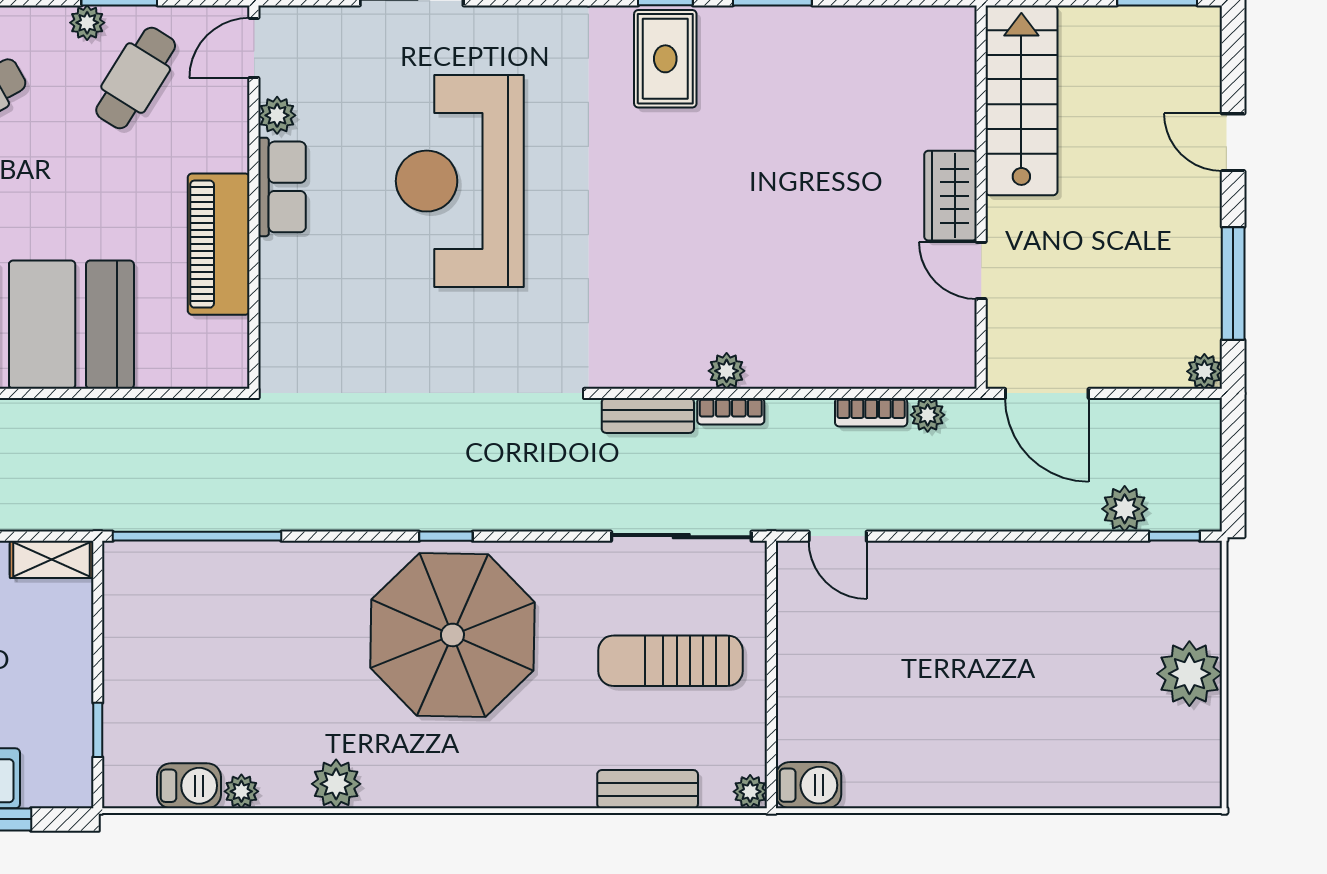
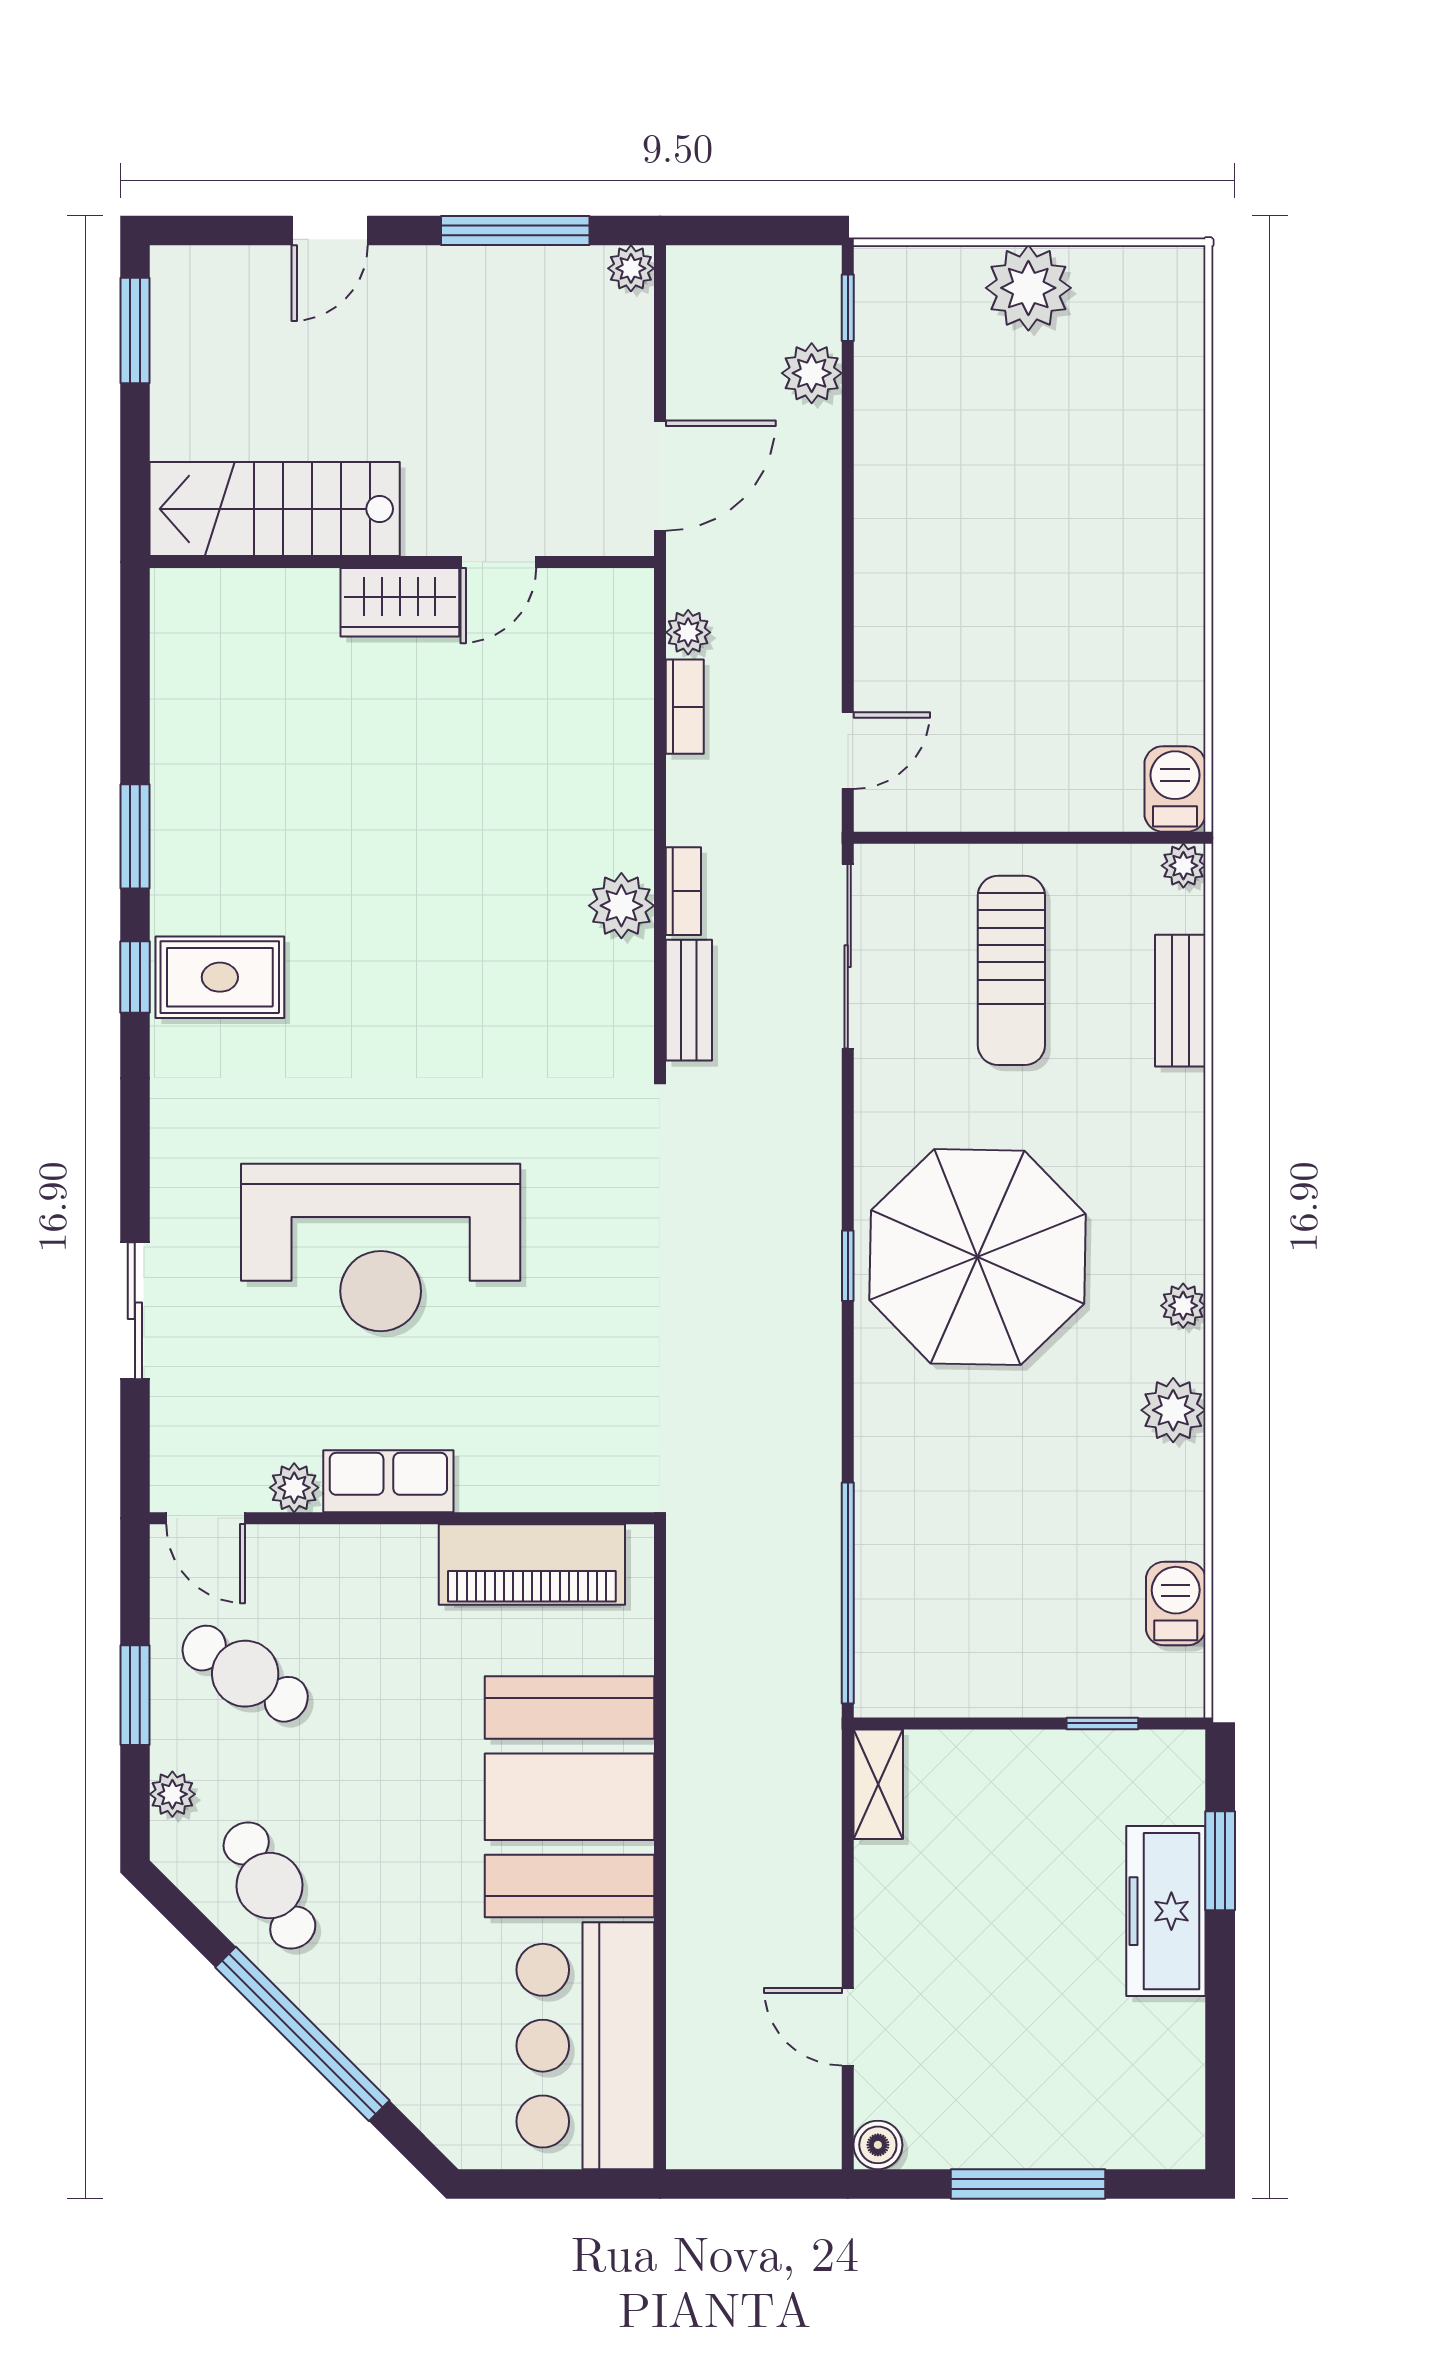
plant: (87, 23) -> (172, 1794), moved
piano: (219, 244) -> (532, 1564), moved
plant: (727, 371) -> (621, 906), width x1.38, depth x1.38
plant: (241, 791) -> (1183, 1306), moved

